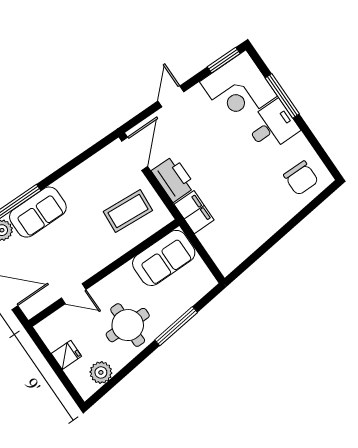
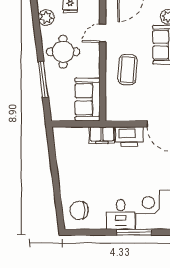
coffee table: (128, 211) -> (128, 70), moved

